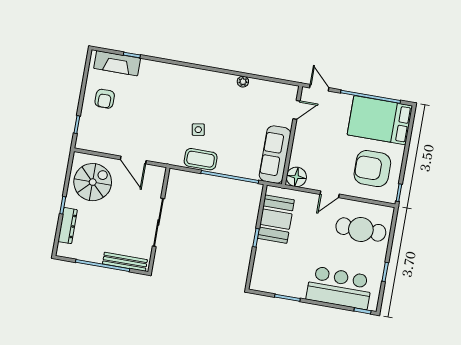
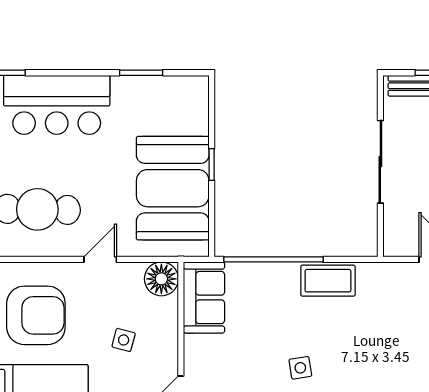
side table: (198, 130) -> (300, 368), moved
side table: (324, 146) -> (124, 340), added
sofa: (275, 155) -> (204, 298), width x0.73
booth: (276, 219) -> (173, 188), width x1.36, depth x1.42

